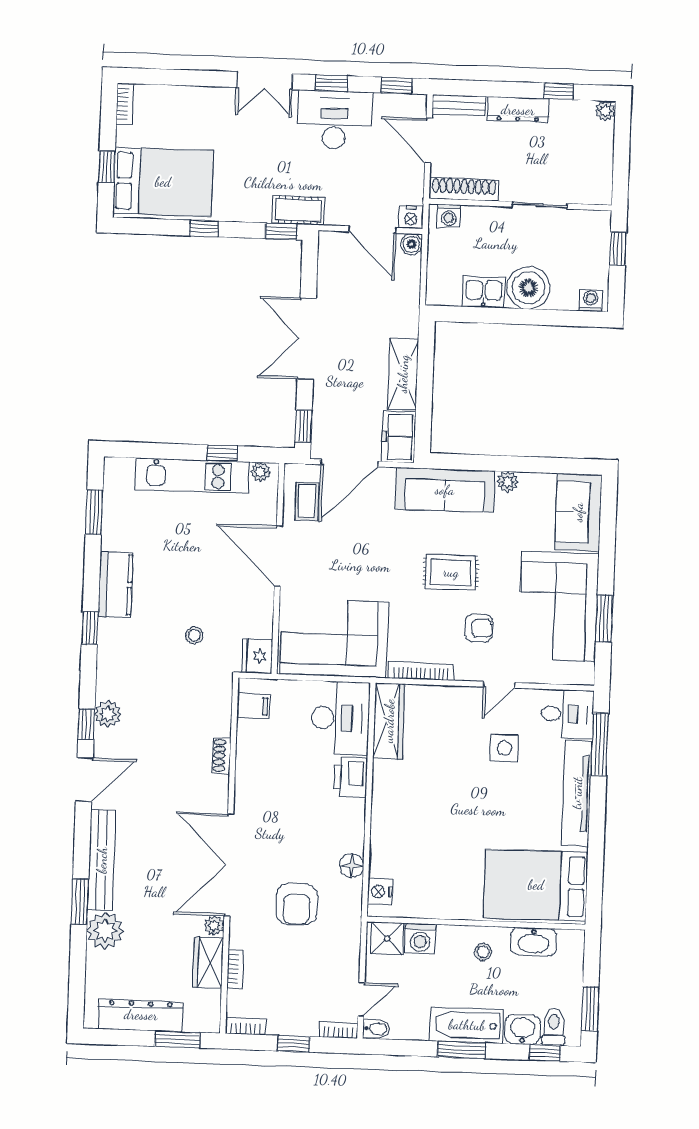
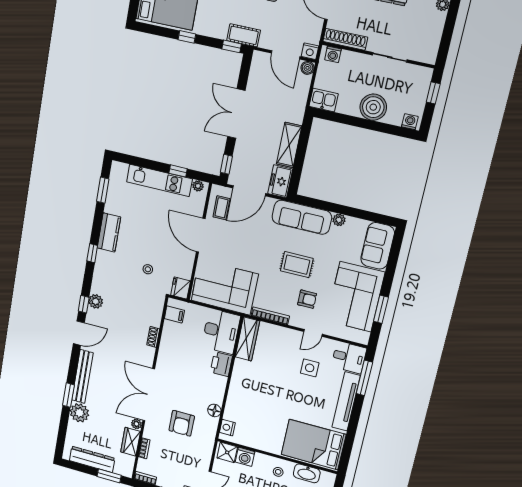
kitchen sink: (484, 292) -> (324, 100), moved

